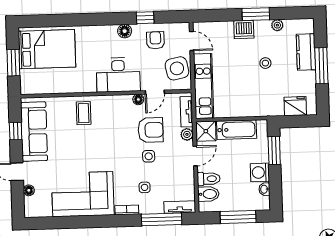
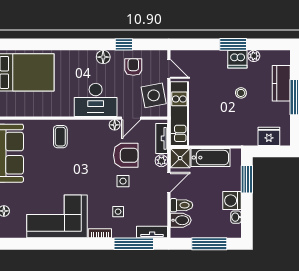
dishwasher: (244, 29) -> (237, 59), moved

